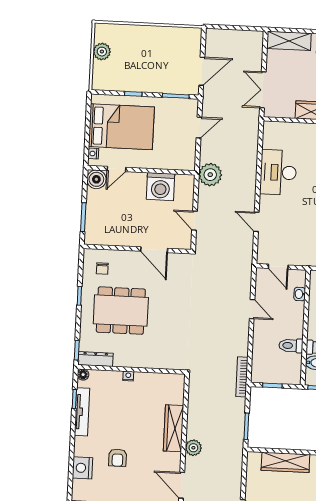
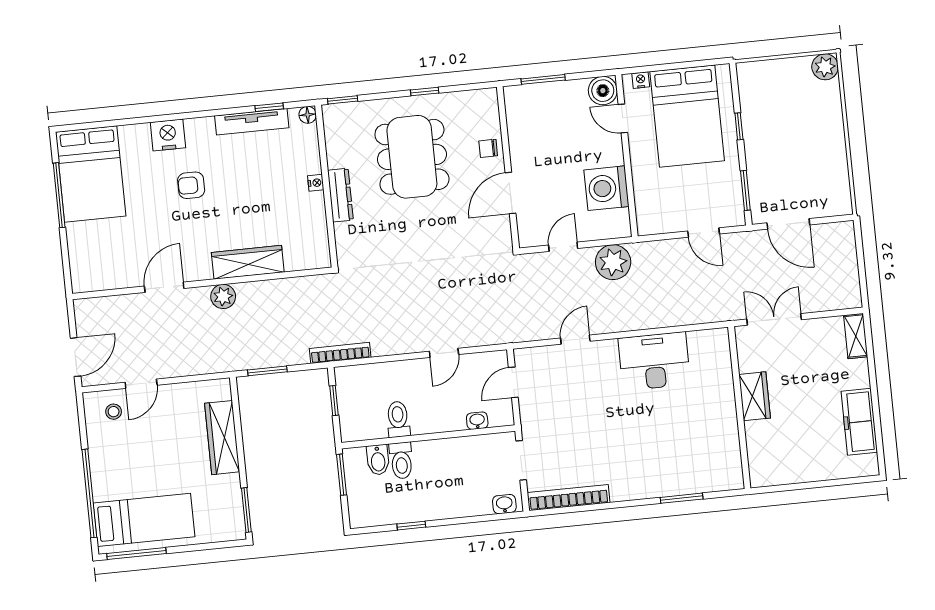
shelving: (289, 41) -> (856, 336), width x0.67, depth x0.75
plant: (102, 52) -> (825, 67), moved
plant: (210, 175) -> (613, 262), moved
chair: (102, 268) -> (488, 148), moved
dresser: (95, 359) -> (340, 195), moved

